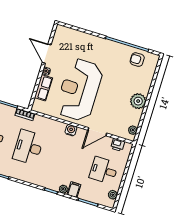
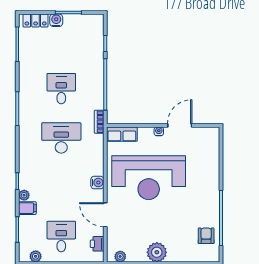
row of seats: (43, 88) -> (122, 134), moved
reception desk: (79, 90) -> (149, 178), turned 180

